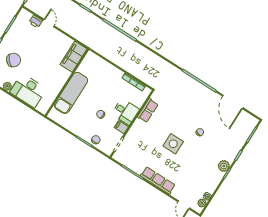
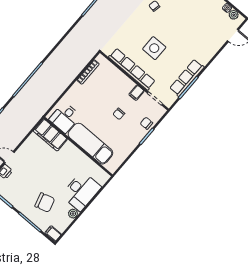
chair: (14, 60) -> (45, 203), turned 118
row of seats: (148, 110) -> (132, 69), width x2.02
desk: (125, 112) -> (65, 118), moved, turned 180
side table: (173, 144) -> (154, 48), moved
row of seats: (158, 180) -> (187, 78), moved

